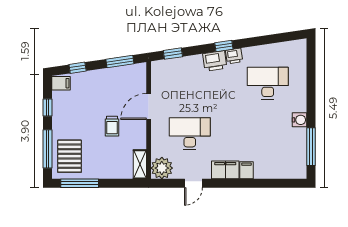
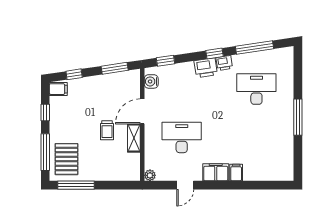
window: (266, 40) -> (255, 47), added
water cooler: (299, 120) -> (151, 81), moved, turned 180
window: (311, 147) -> (298, 117), moved
shelving: (140, 164) -> (134, 138), moved
plant: (162, 168) -> (150, 175), width x0.53, depth x0.53

